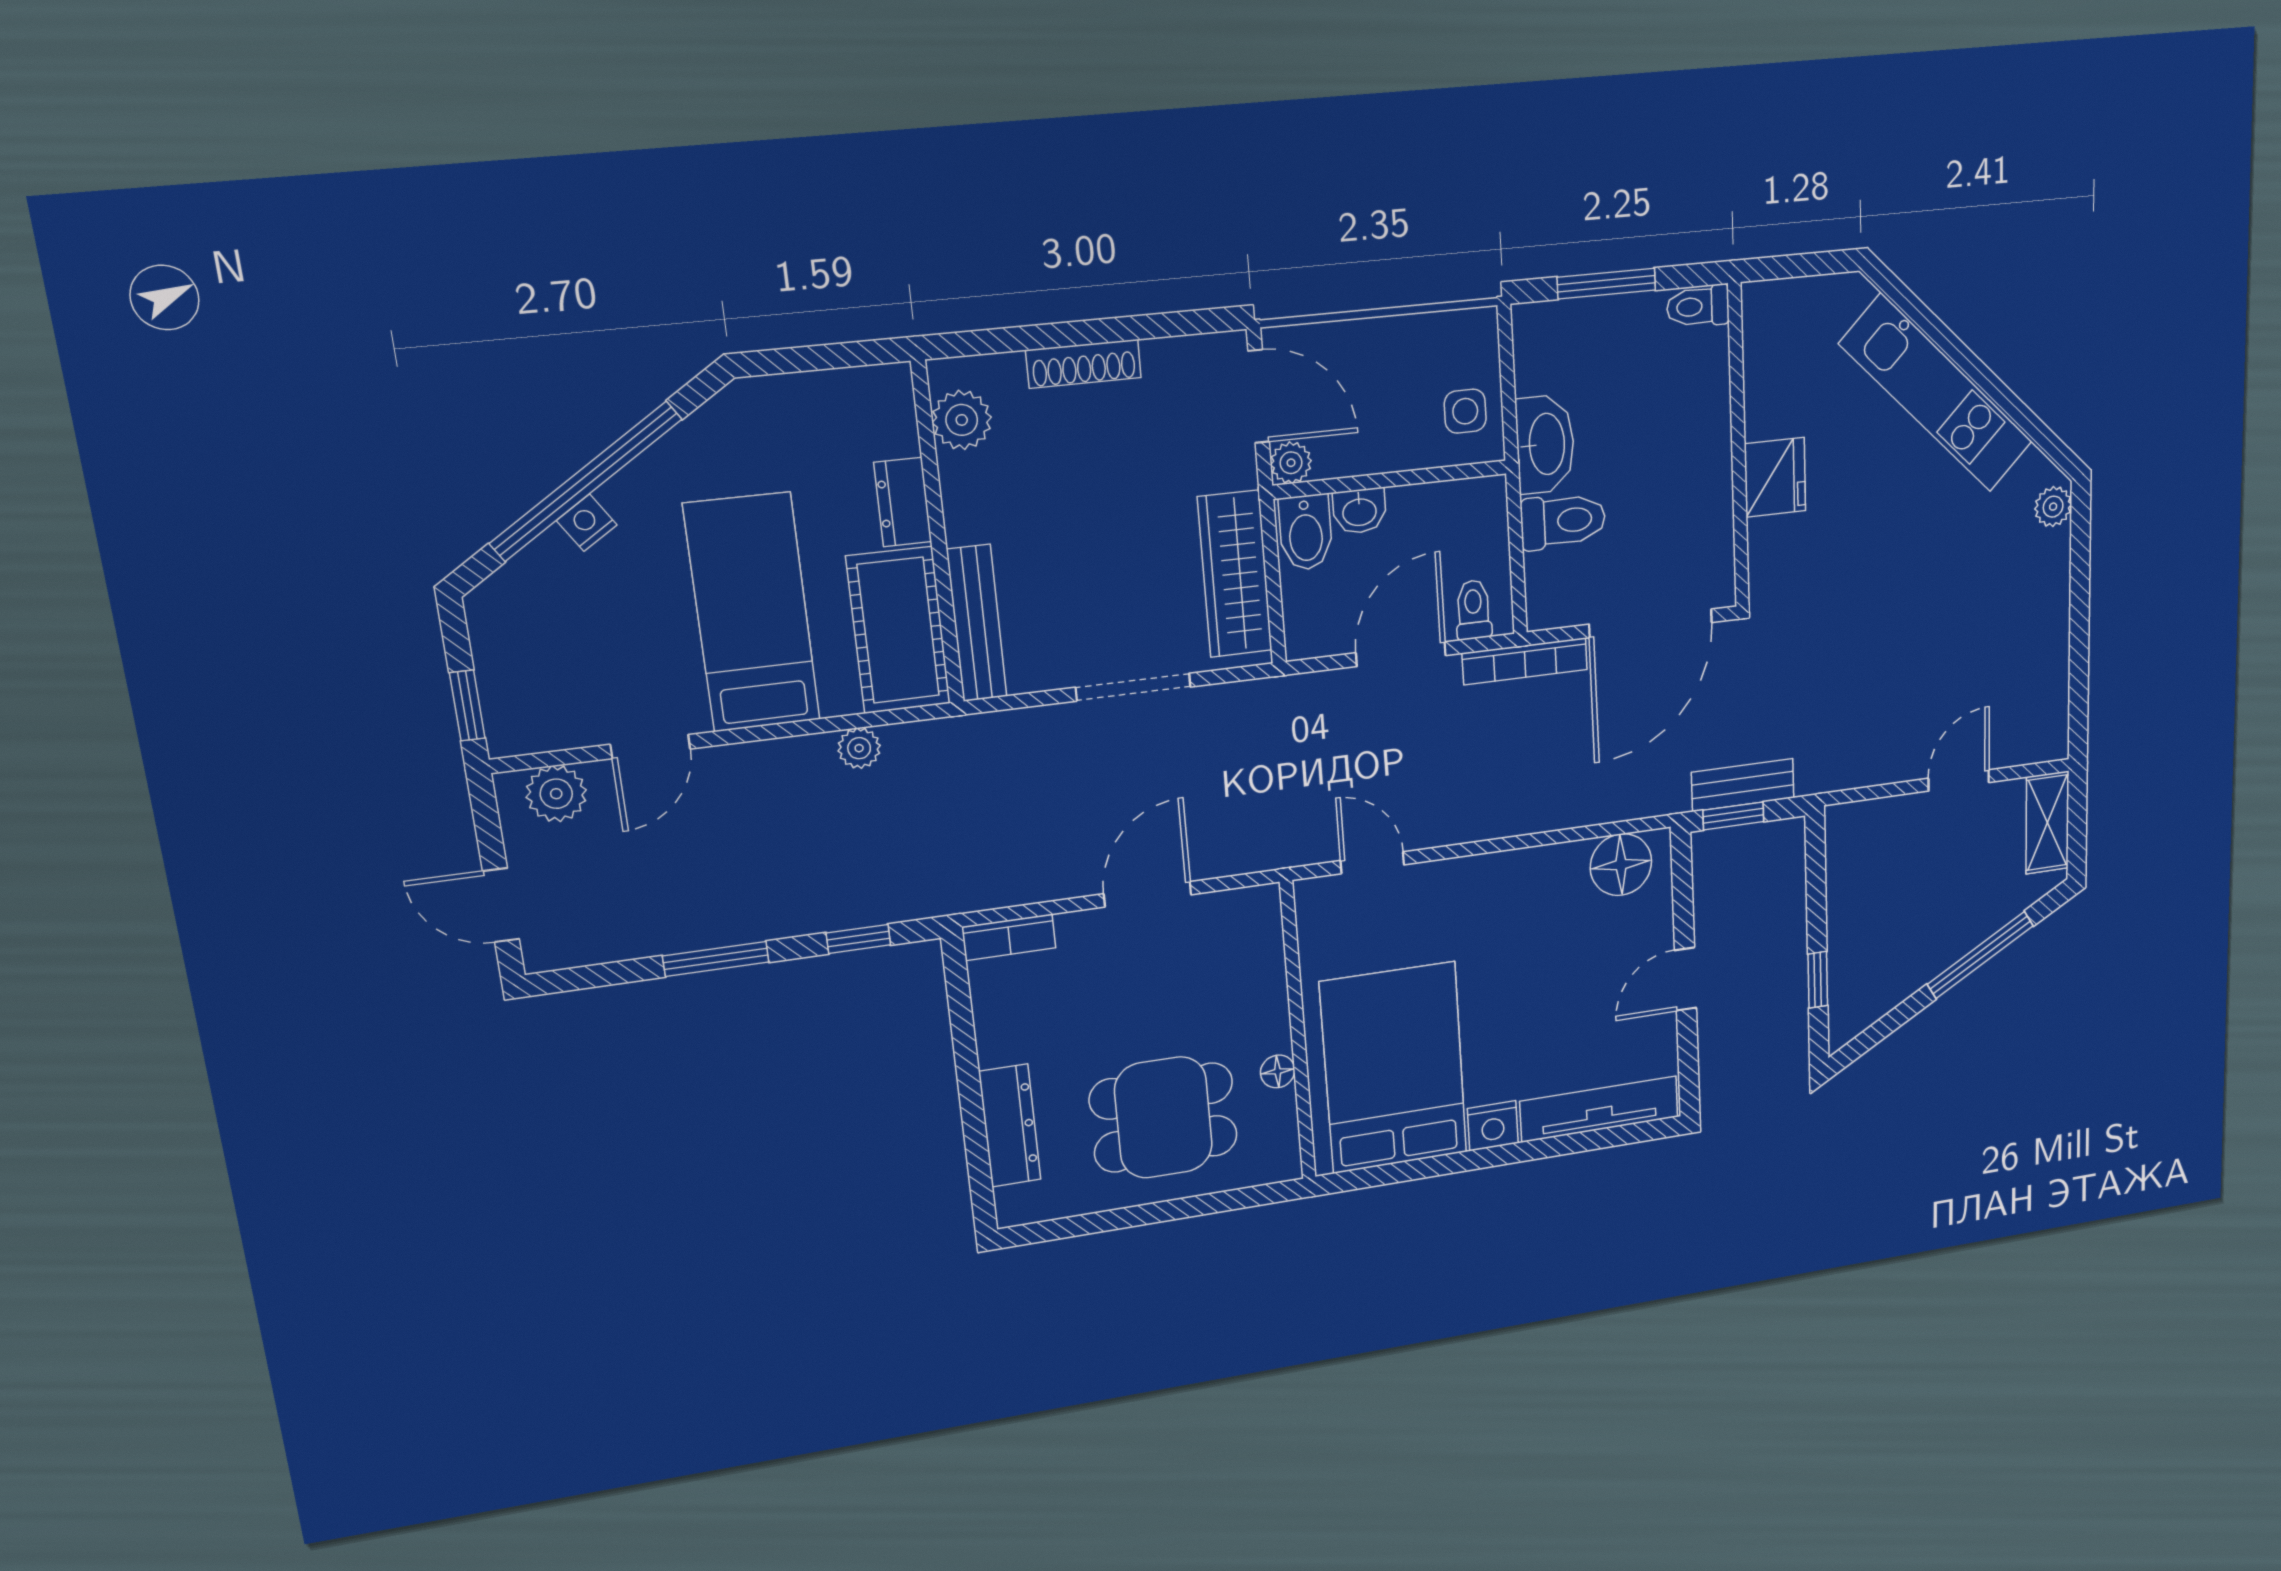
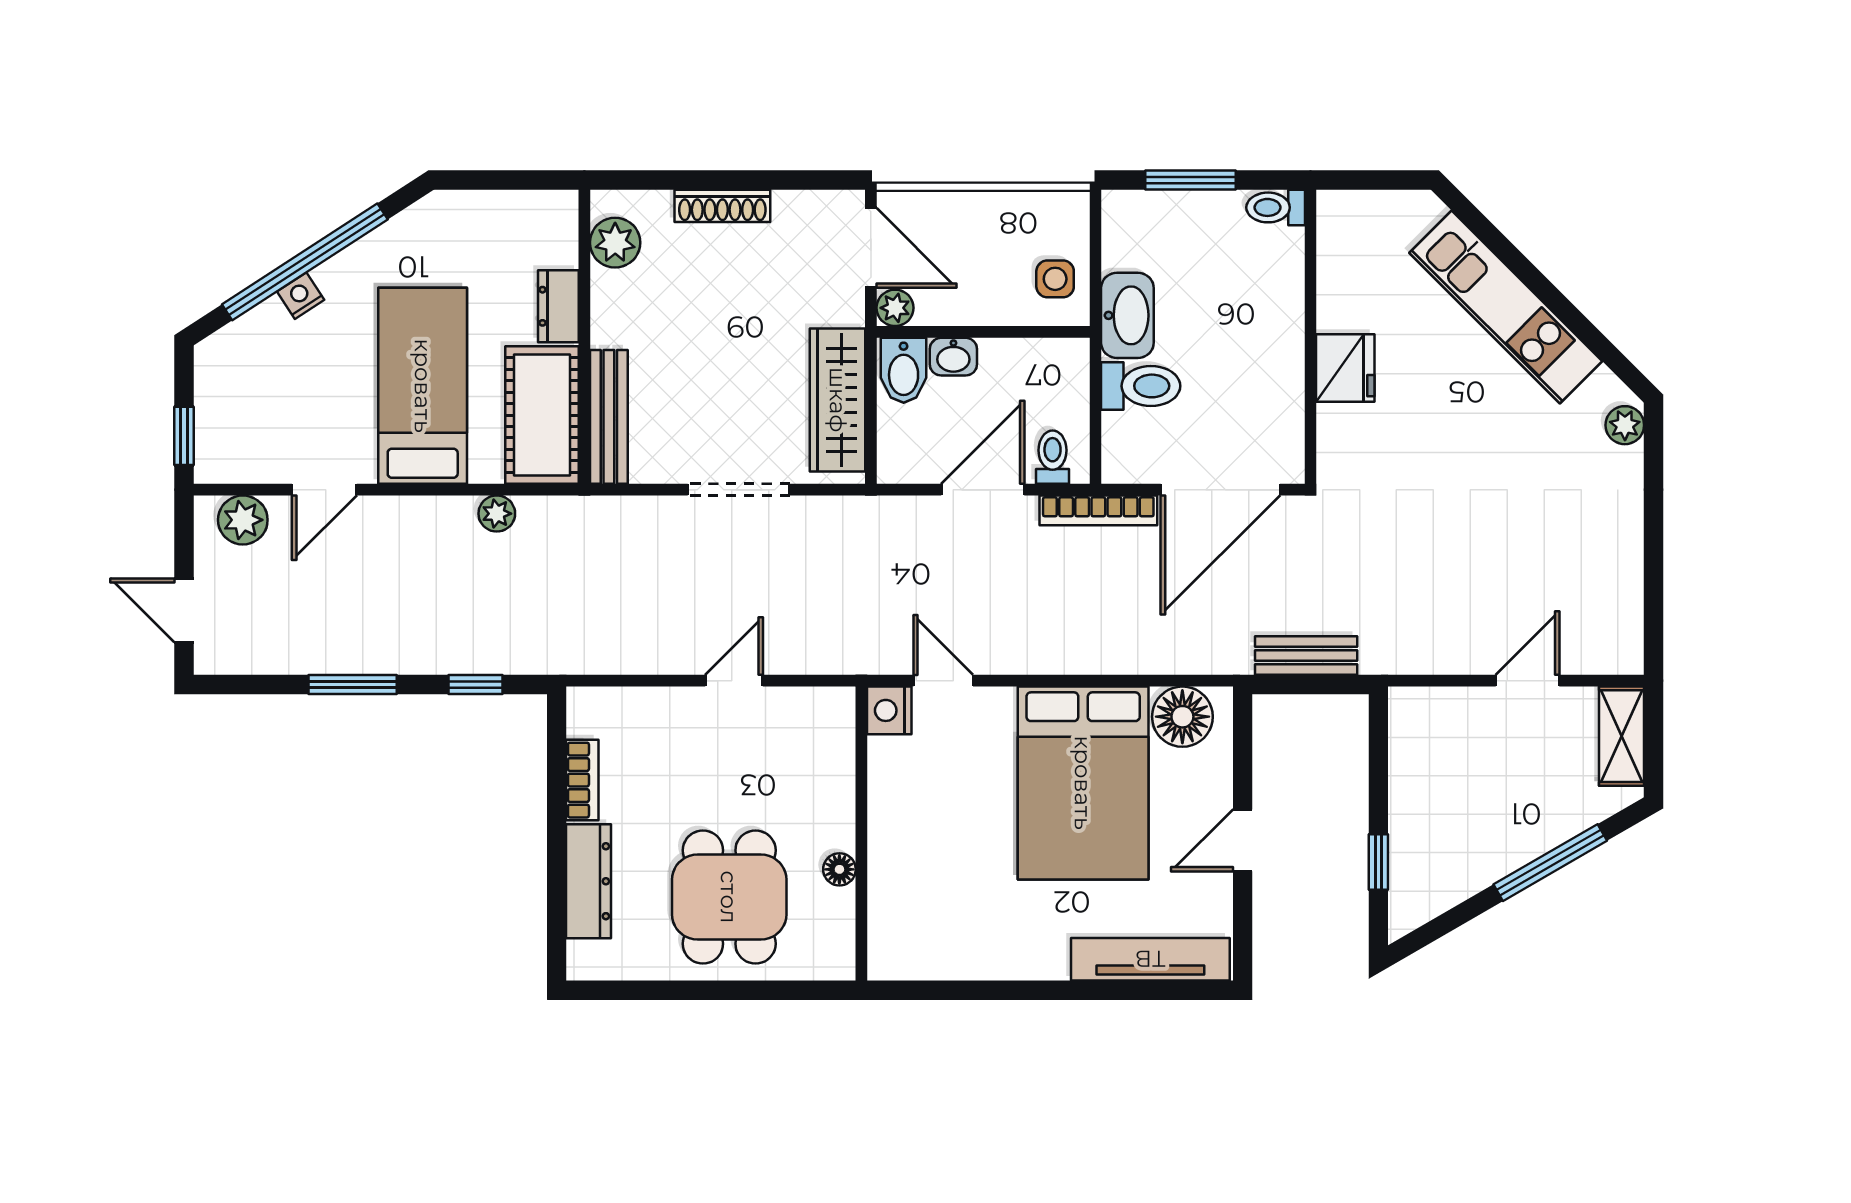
window: (1733, 816) -> (1296, 685), removed
door: (1148, 894) -> (734, 681), width x0.73
bookcase: (1009, 937) -> (582, 780), moved, turned -90
bed: (1394, 1068) -> (1083, 783), moved, turned 180
dining table: (1163, 1118) -> (729, 897), turned 90
nightstand: (1493, 1126) -> (889, 710), moved, turned 90

